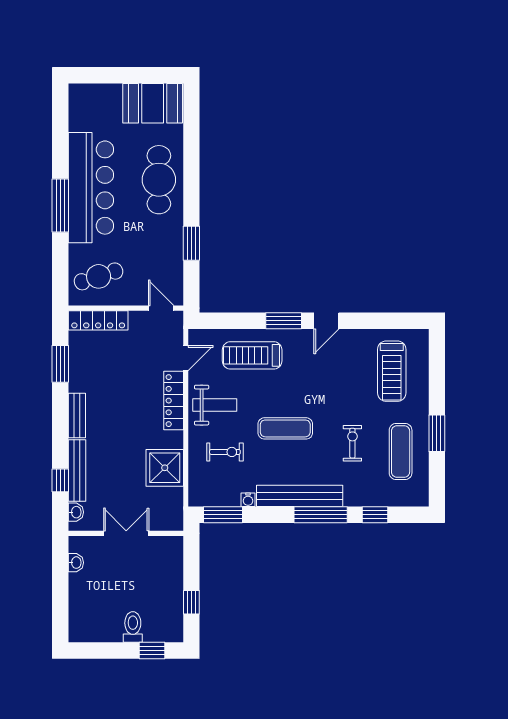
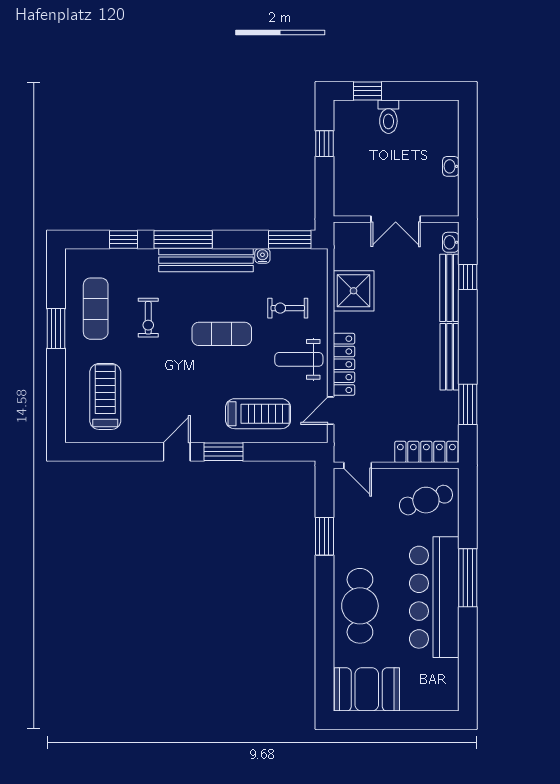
bench: (77, 416) -> (450, 357), width x1.36
washbasin: (76, 563) -> (451, 166), moved

